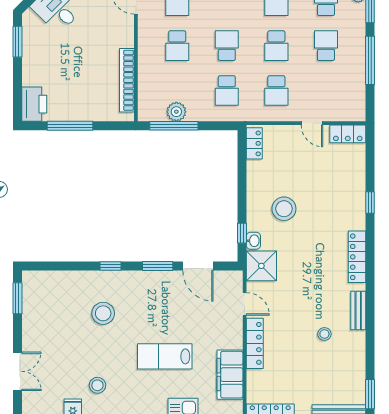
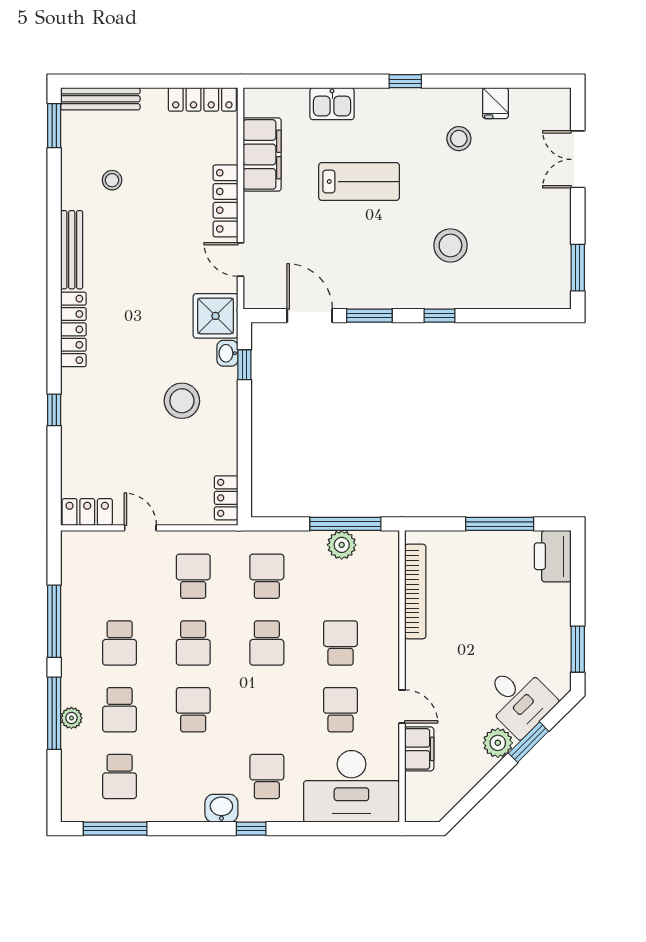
school desk: (276, 46) -> (193, 643), turned 180
bench: (358, 310) -> (72, 250), width x1.36
stool: (324, 334) -> (112, 180), moved

